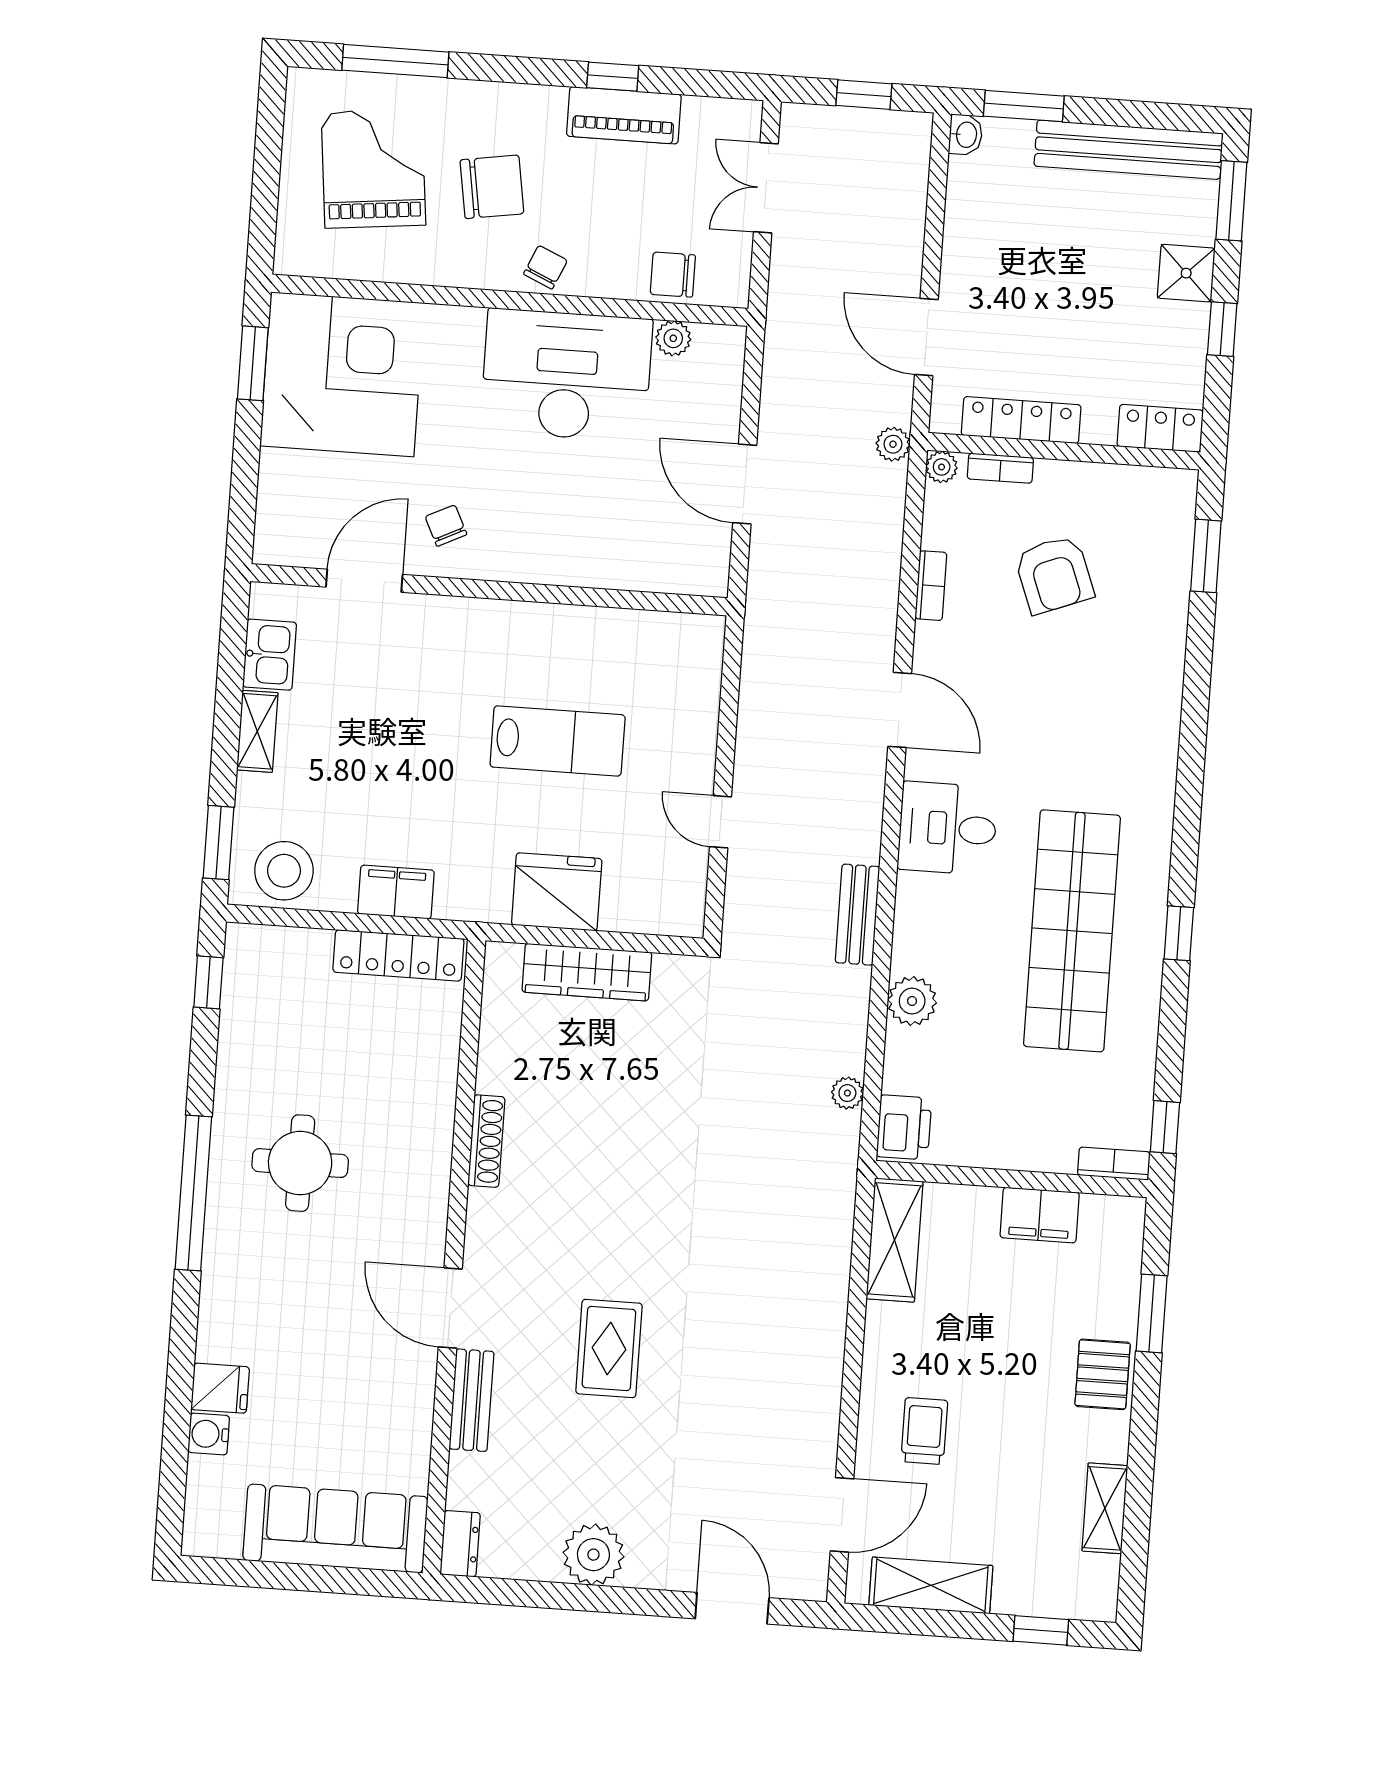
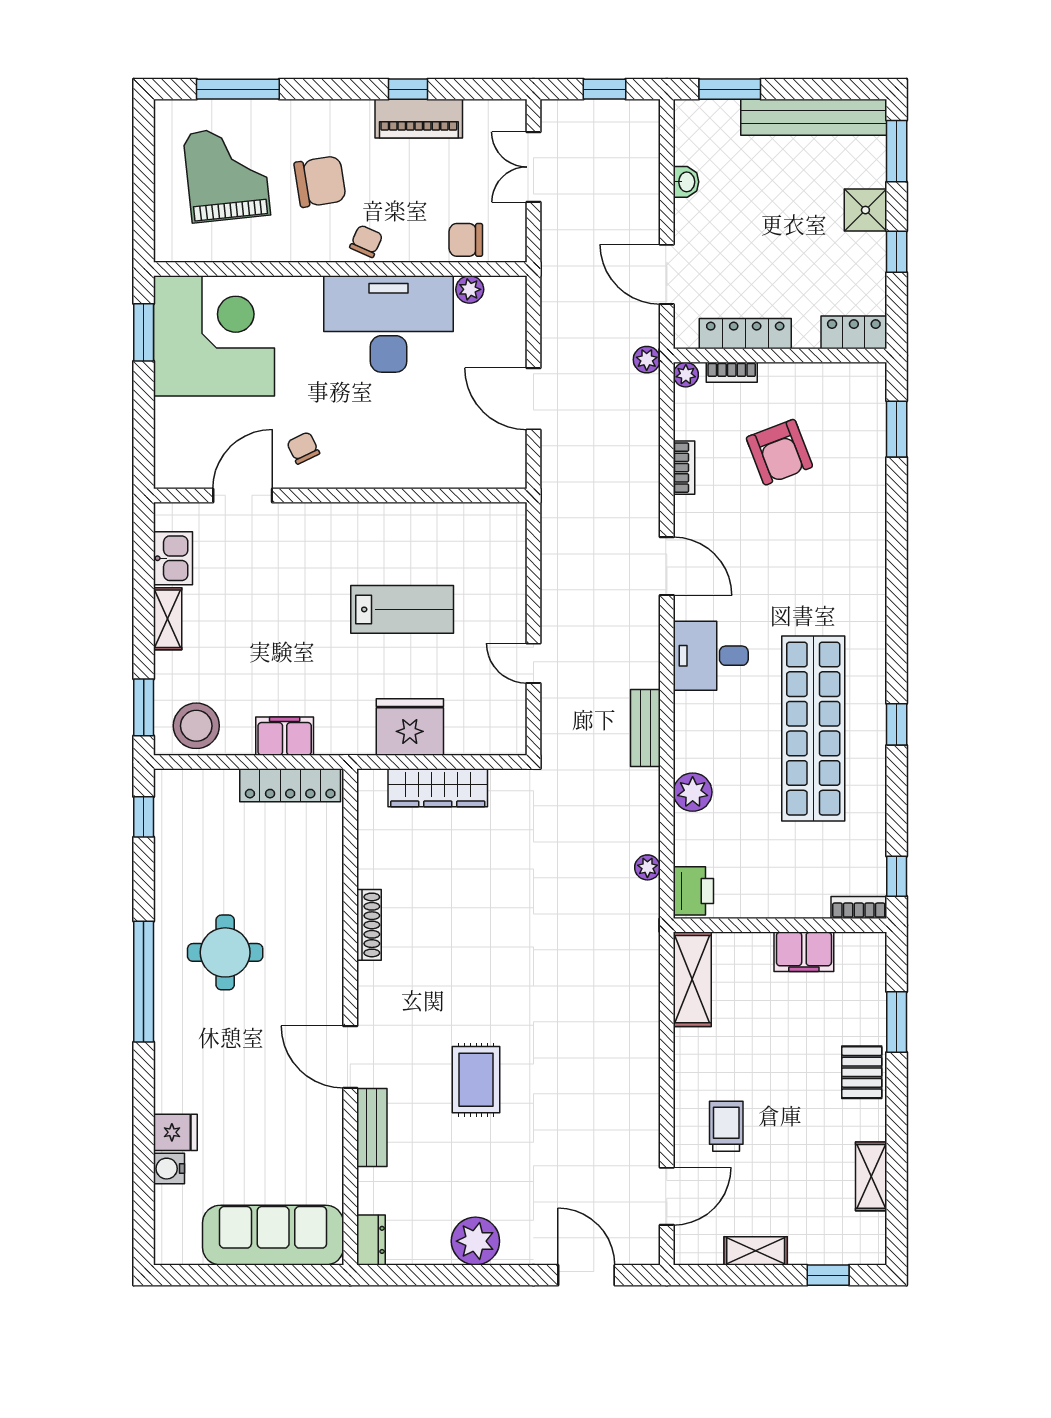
washbasin: (966, 135) -> (686, 182), moved
shelving: (931, 1585) -> (756, 1251), width x0.67, depth x0.75

